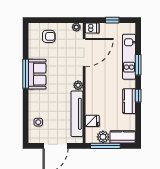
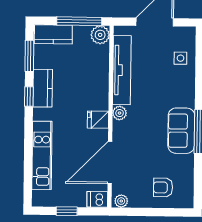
window: (138, 65) -> (29, 56), moved
fridge: (92, 121) -> (98, 120), moved
plant: (103, 137) -> (100, 35), moved

